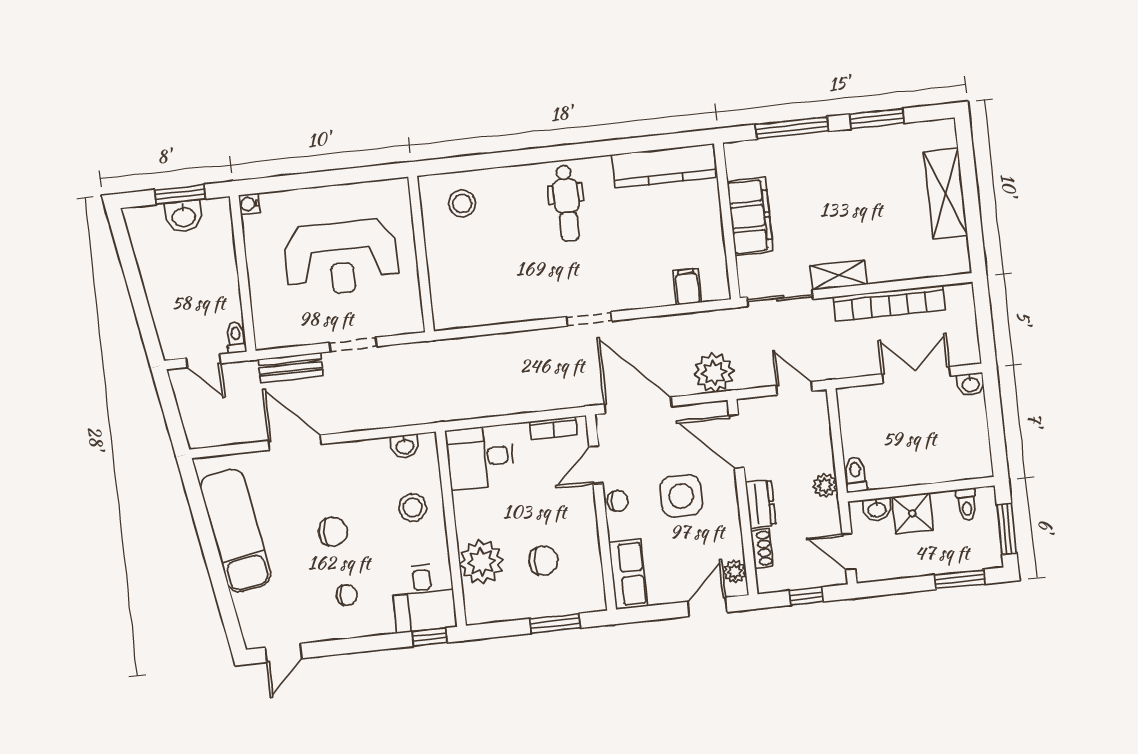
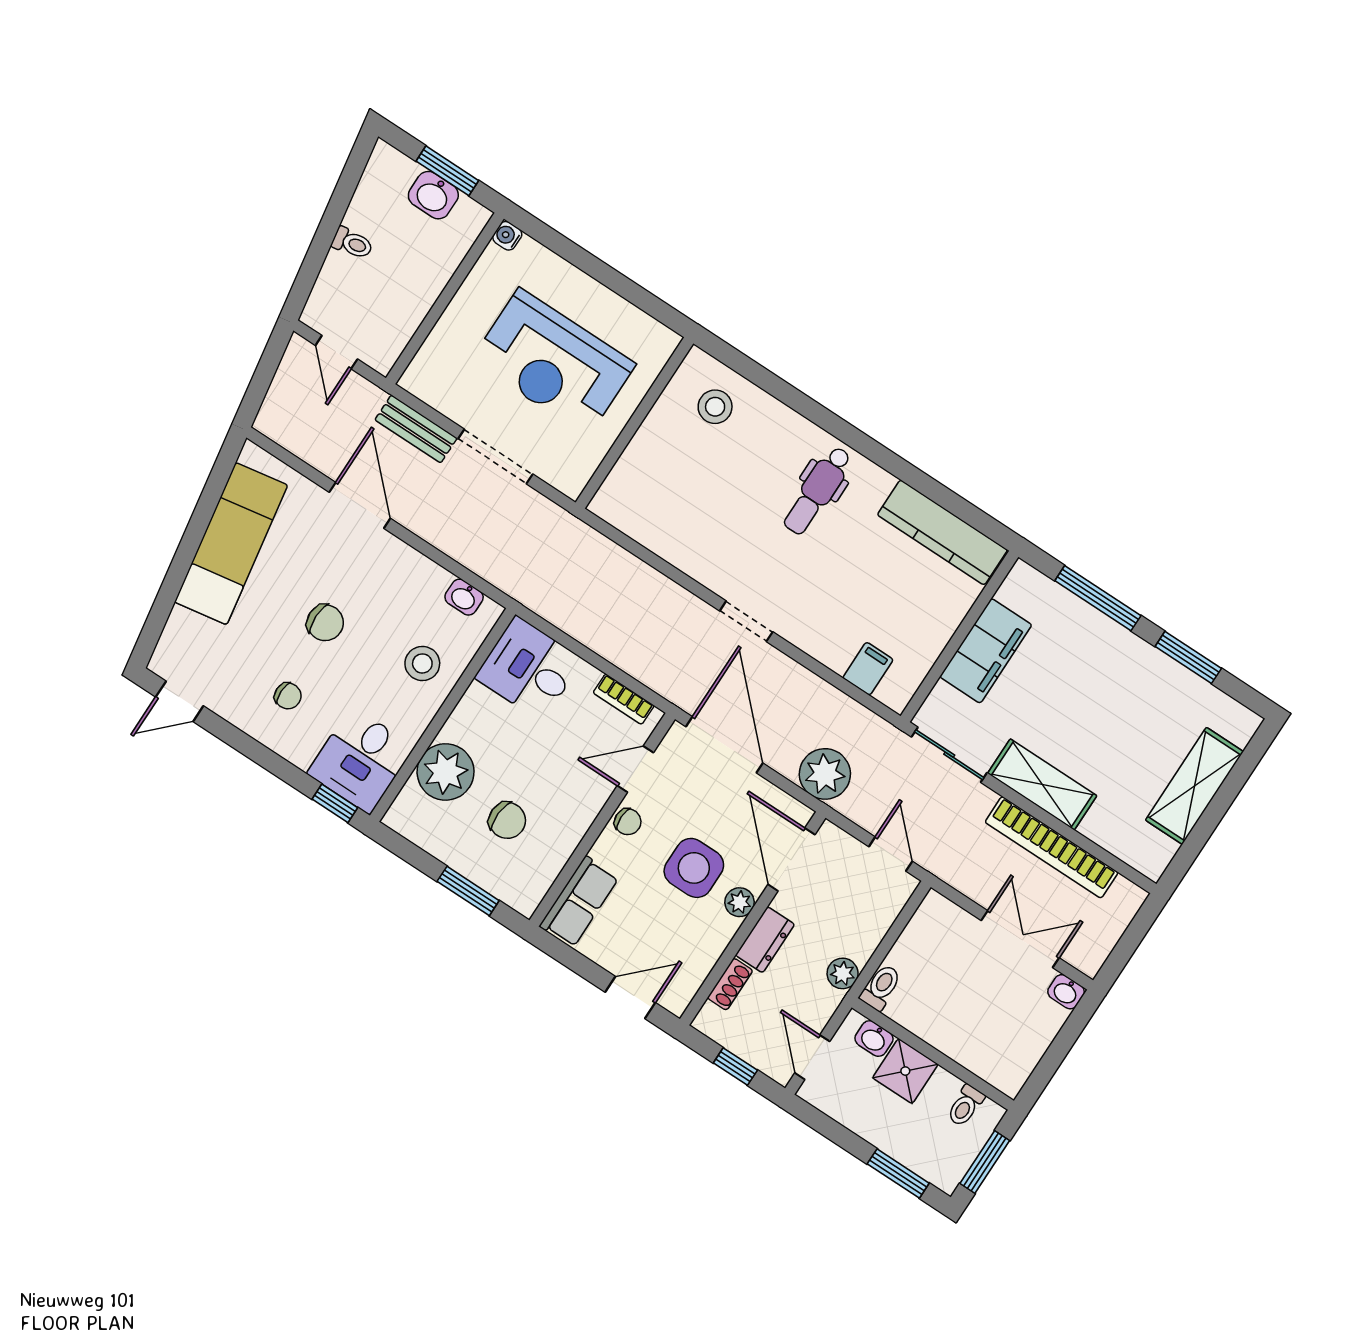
shelving: (839, 275) -> (1042, 784), width x1.50, depth x1.33
toilet: (236, 338) -> (352, 243), moved, turned 80
doorway: (353, 345) -> (495, 457), width x1.38
plant: (735, 571) -> (740, 902), moved

